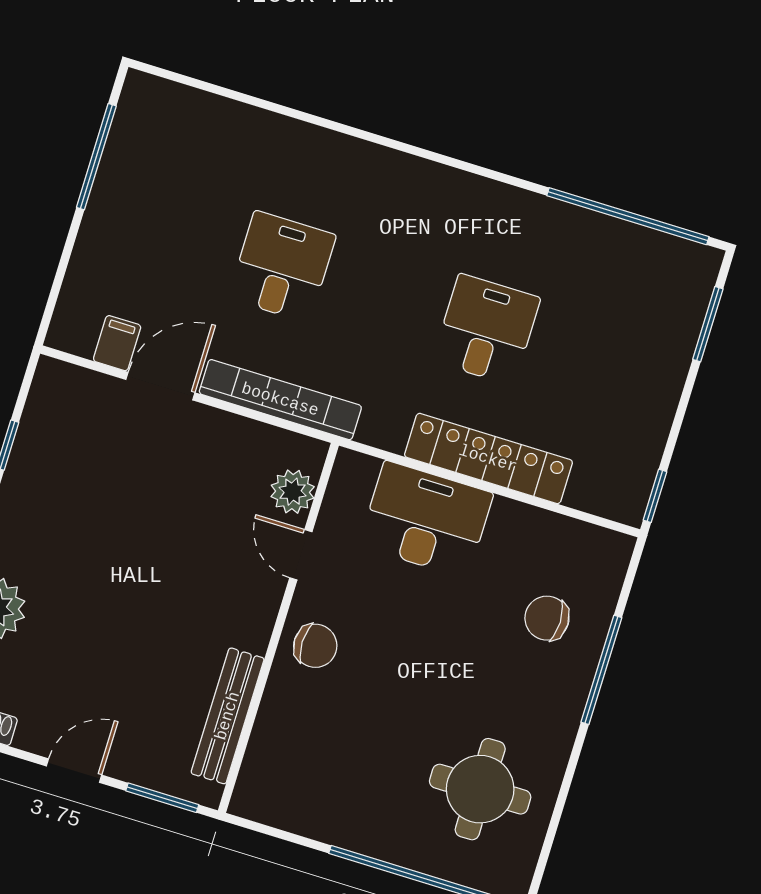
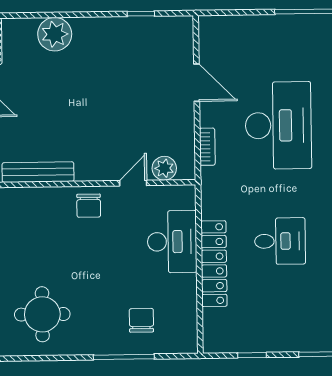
desk: (282, 267) -> (278, 125), width x1.87, depth x1.30
filing cabinet: (117, 343) -> (212, 53), removed
bookcase: (280, 400) -> (207, 147), width x0.43, depth x0.76
window: (655, 496) -> (252, 355), moved

